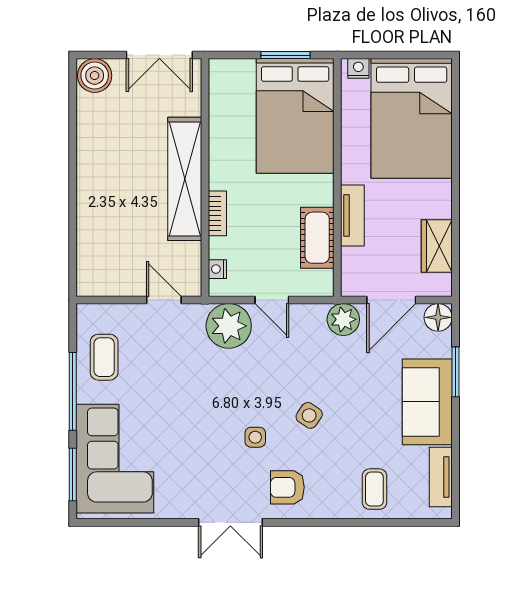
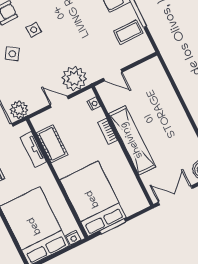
tv unit: (352, 216) -> (33, 149), moved
coffee table: (104, 357) -> (128, 32), turned 90

